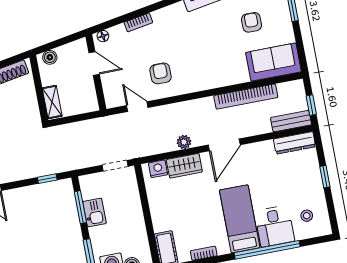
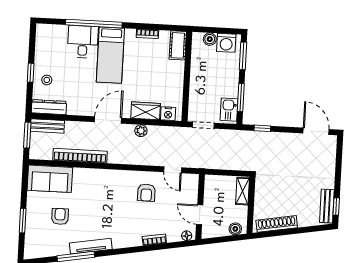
armchair: (251, 22) -> (60, 216), turned 180
window: (311, 105) -> (27, 135), width x1.50
kitchen sink: (95, 213) -> (229, 110), moved
stool: (307, 216) -> (47, 80), moved

